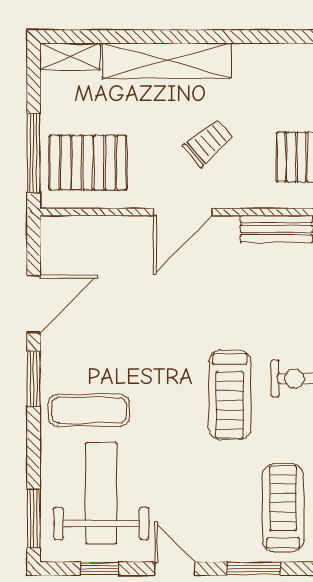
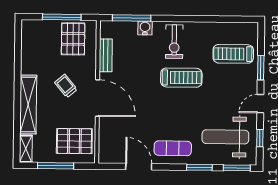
window: (34, 153) -> (56, 166), moved
pallet: (88, 163) -> (74, 141), turned 90
door: (183, 212) -> (97, 98), width x1.36
window: (34, 379) -> (199, 167), moved
exercise mat: (89, 410) -> (173, 148), moved, turned 90

